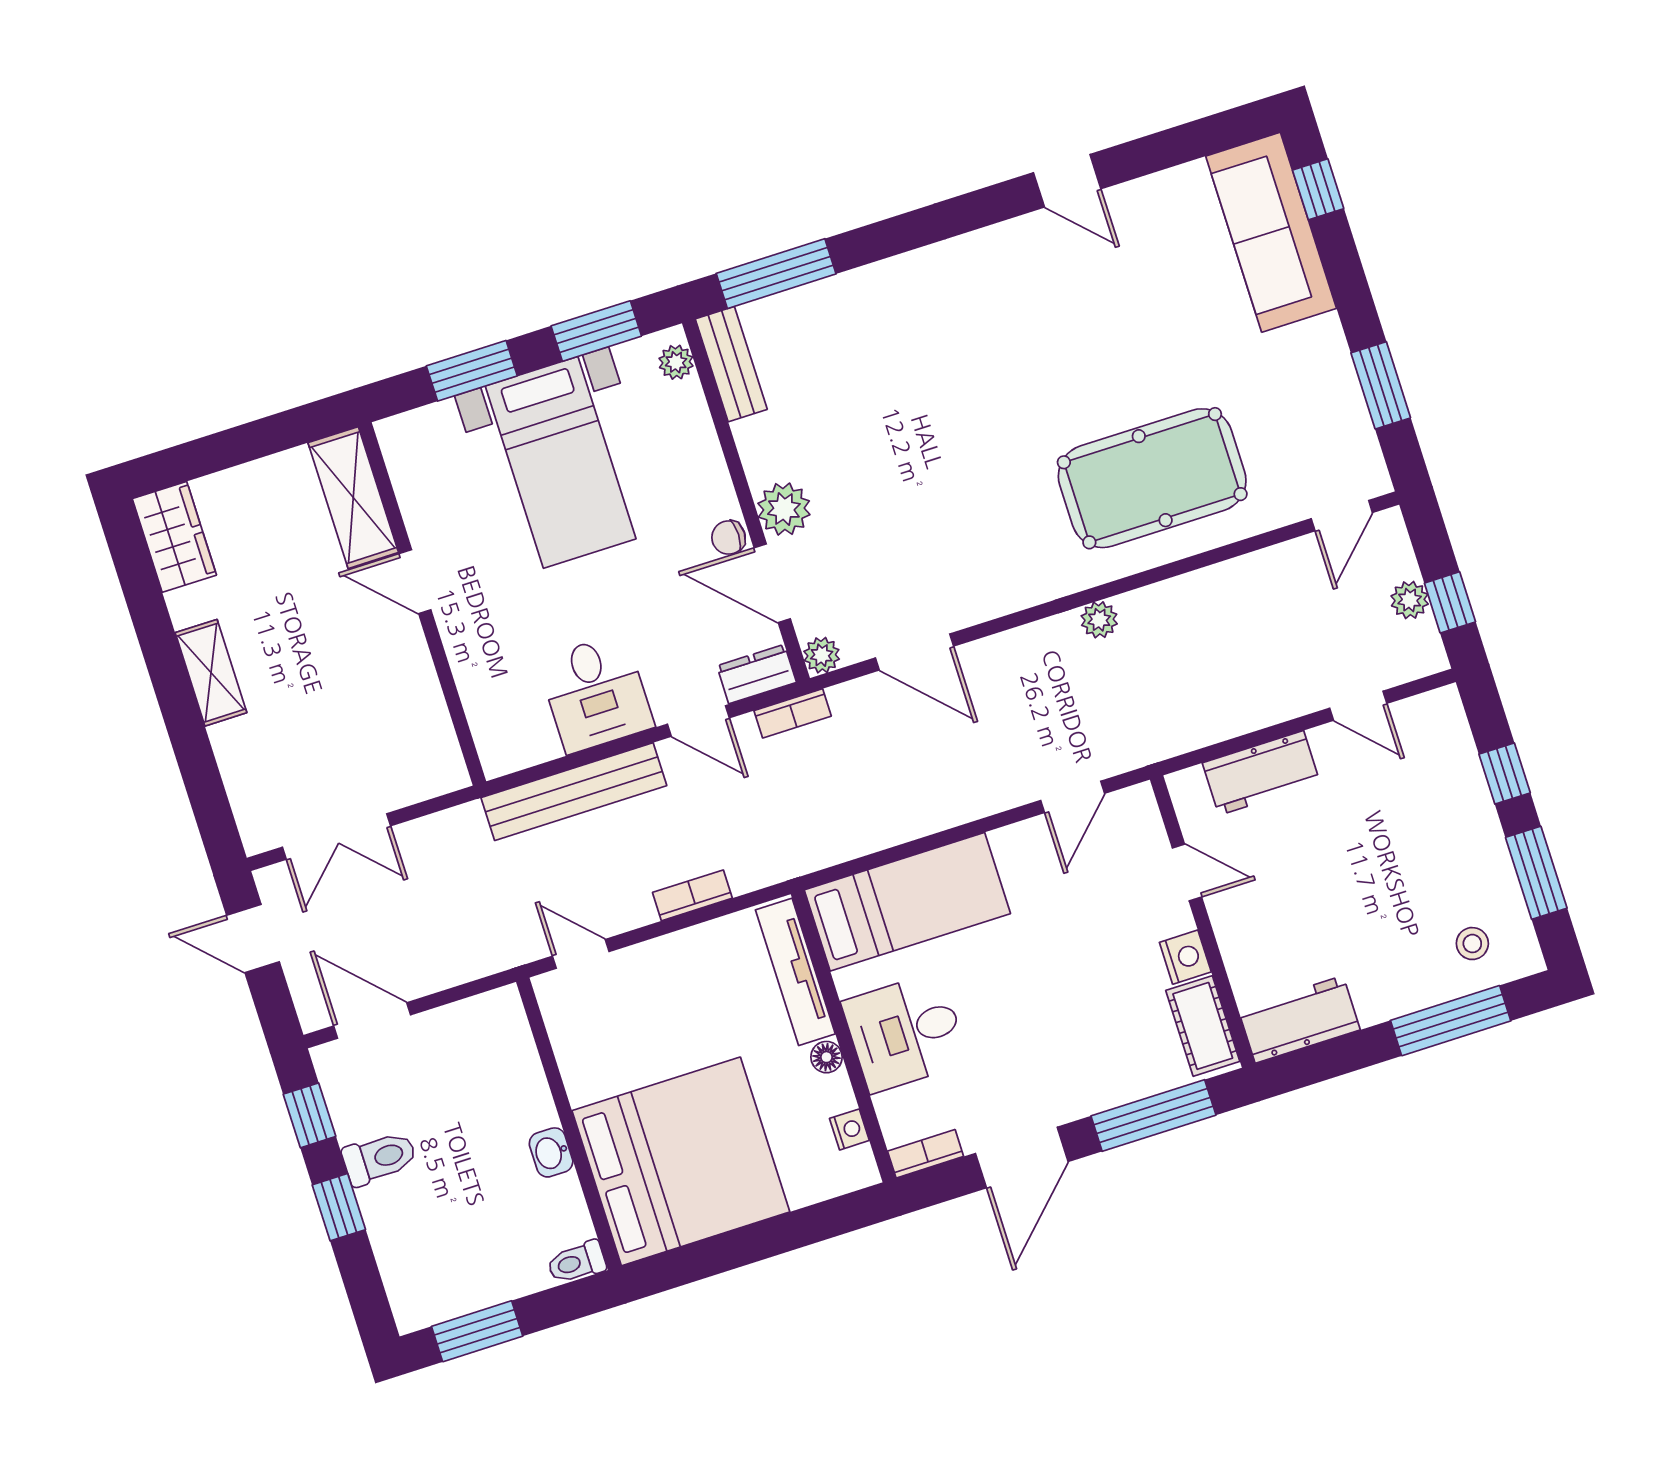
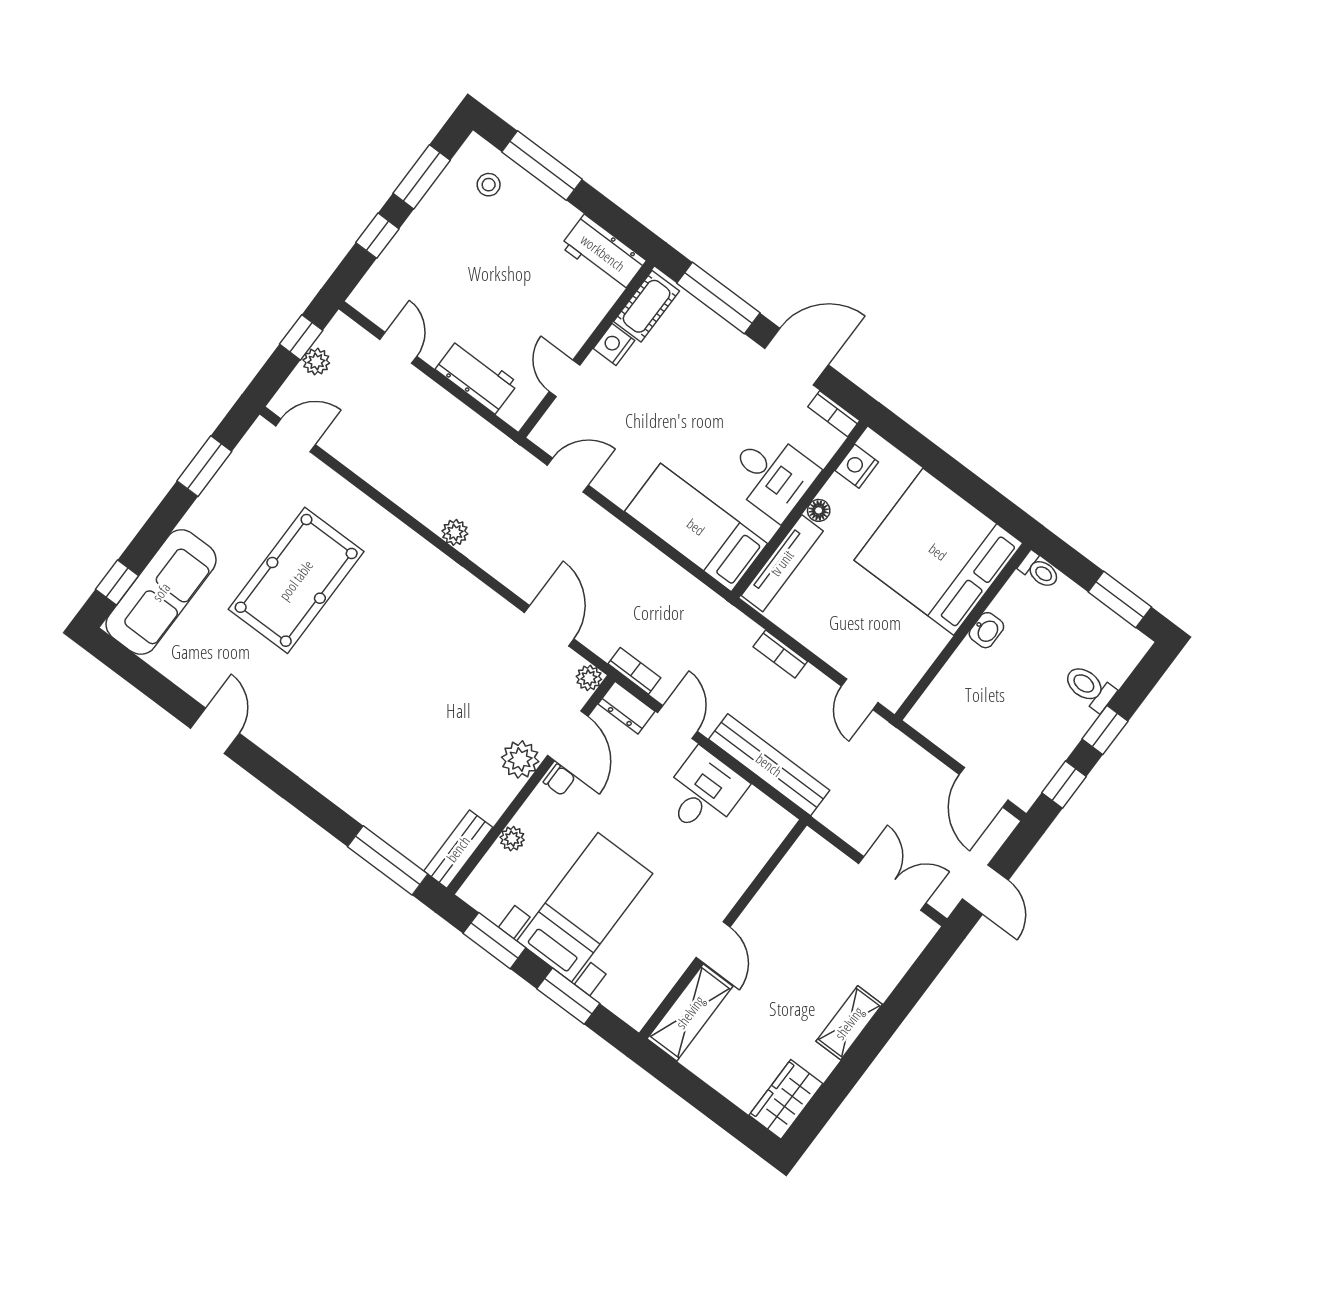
plant: (676, 362) -> (512, 839), moved
pool table: (1152, 478) -> (296, 580), moved, turned 90
nightstand: (849, 1129) -> (857, 466), width x1.39, depth x1.35
toilet: (379, 1158) -> (1089, 688), moved

